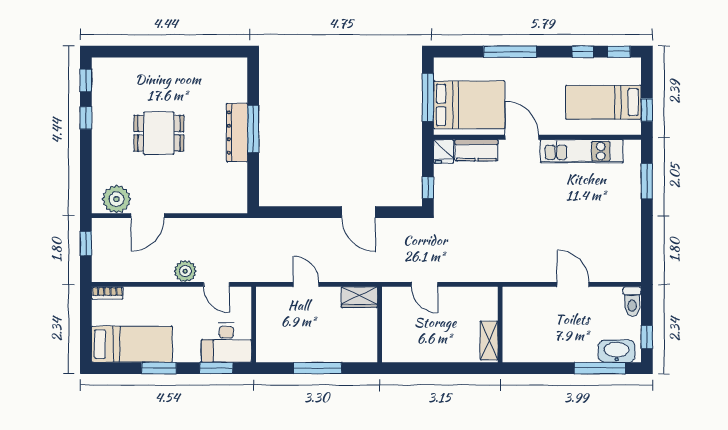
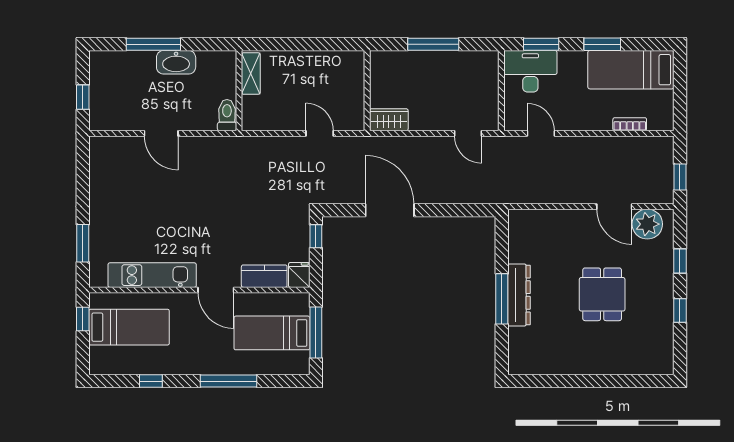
window: (619, 52) -> (113, 381), removed
window: (86, 80) -> (680, 261), moved
bed: (469, 105) -> (272, 333), width x0.67
dining table: (159, 133) -> (602, 294), turned 90
door: (358, 212) -> (390, 210), width x1.36
door: (148, 216) -> (614, 207), swing flipped
plant: (185, 271) -> (574, 147), removed
door: (306, 284) -> (468, 133), moved
bookcase: (107, 293) -> (630, 124), moved
toilet: (632, 301) -> (227, 115), moved
window: (647, 337) -> (83, 97), moved
washbasin: (617, 351) -> (176, 62), moved
window: (600, 368) -> (153, 44), moved

